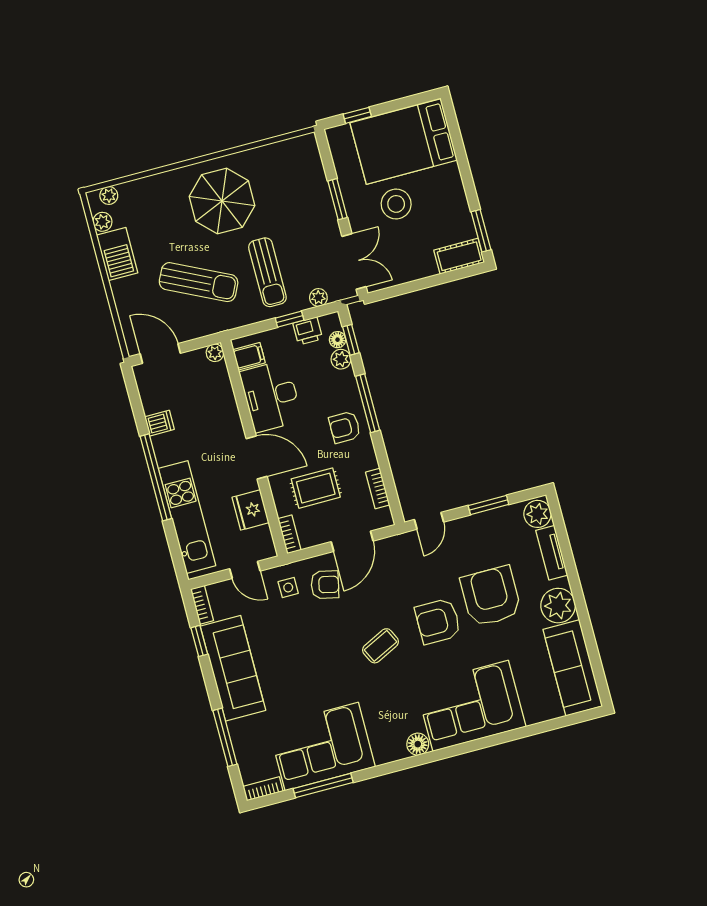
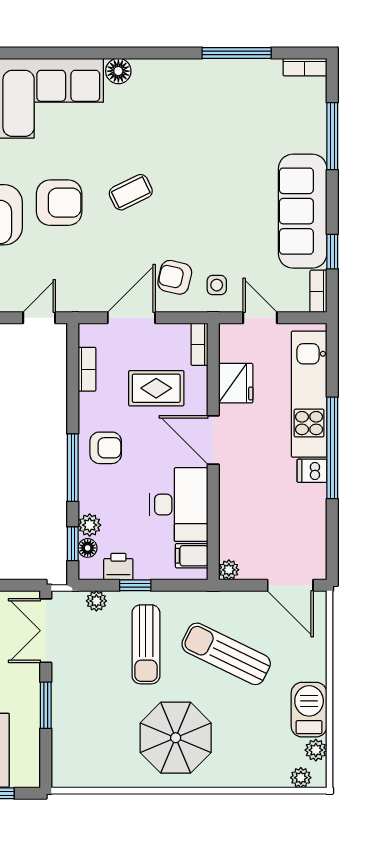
sun lounger: (267, 272) -> (146, 644), turned 180
dishwasher: (159, 423) -> (312, 471), moved
corner sofa: (322, 746) -> (227, 97), removed

